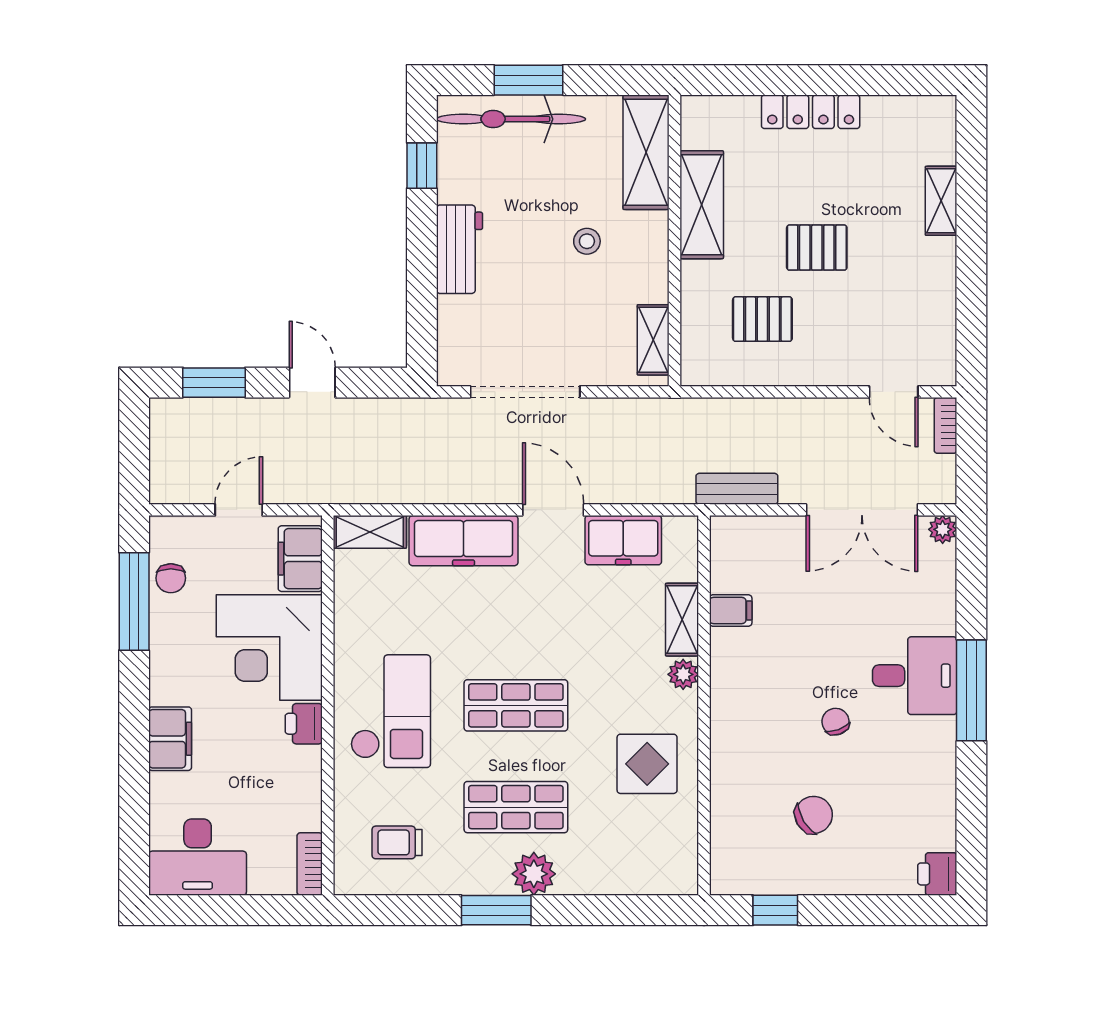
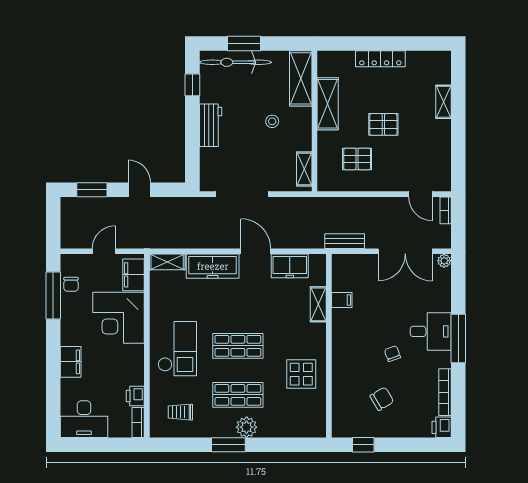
plant: (683, 674) -> (319, 331), removed
printer: (304, 724) -> (135, 396), moved
bookcase: (944, 801) -> (445, 392), added

